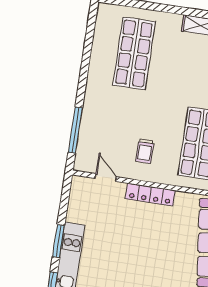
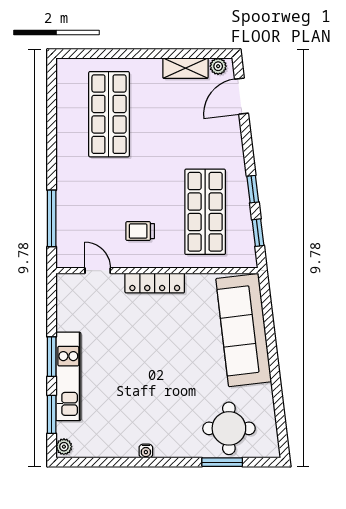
trolley: (145, 151) -> (140, 231), turned 90

